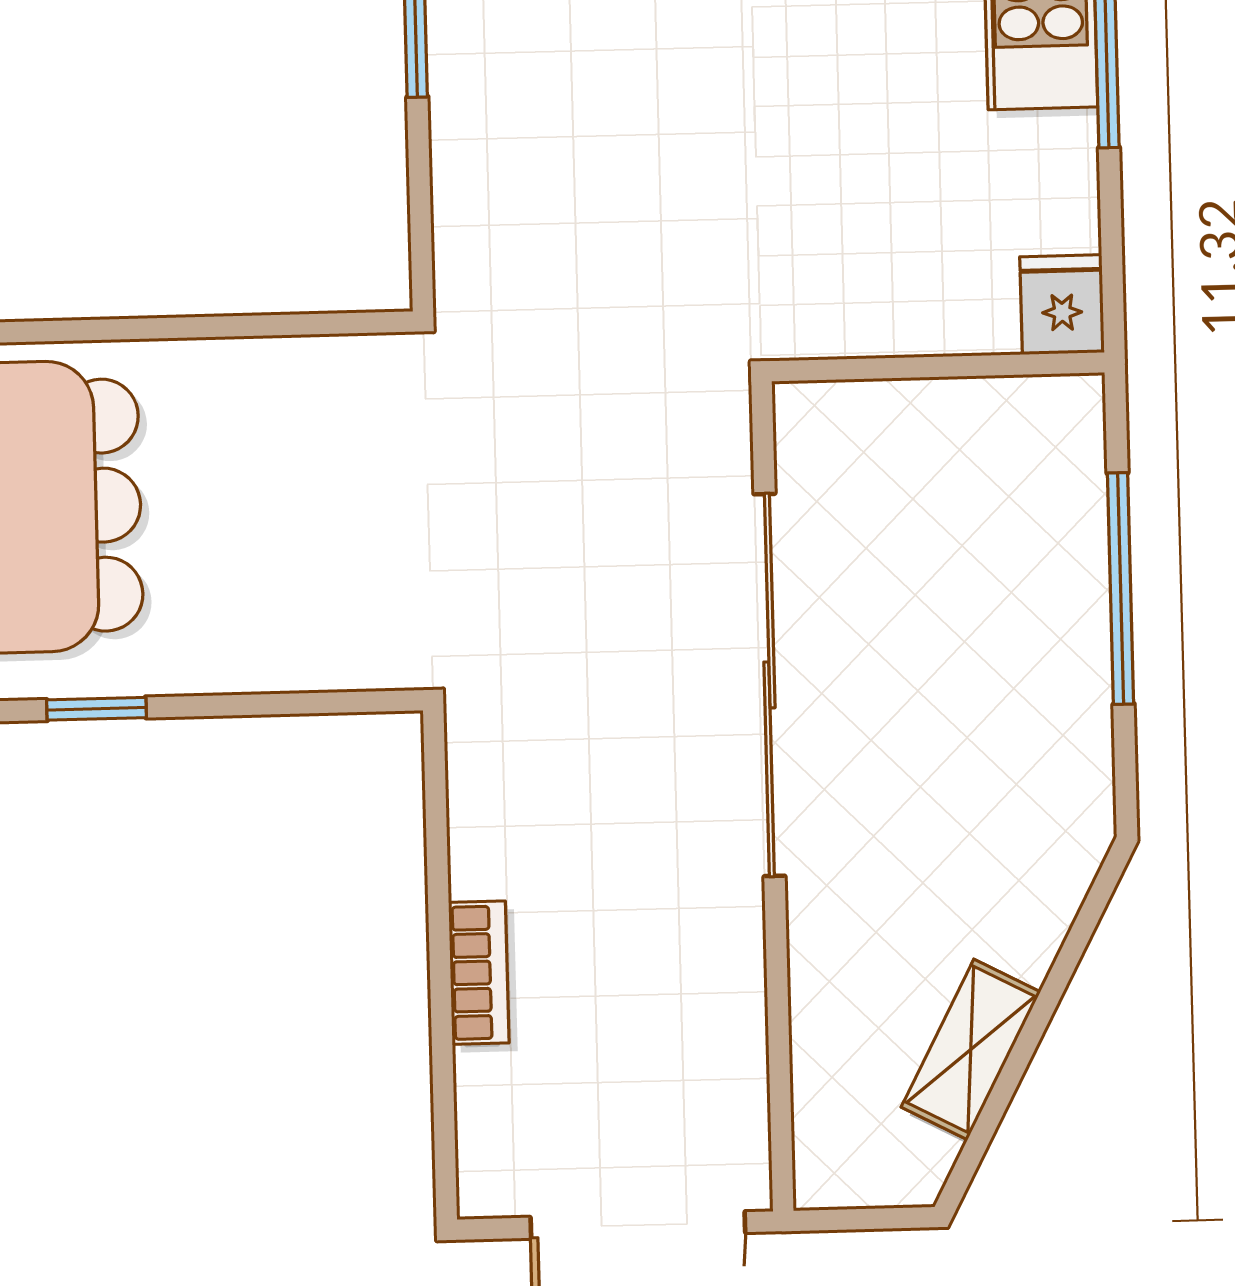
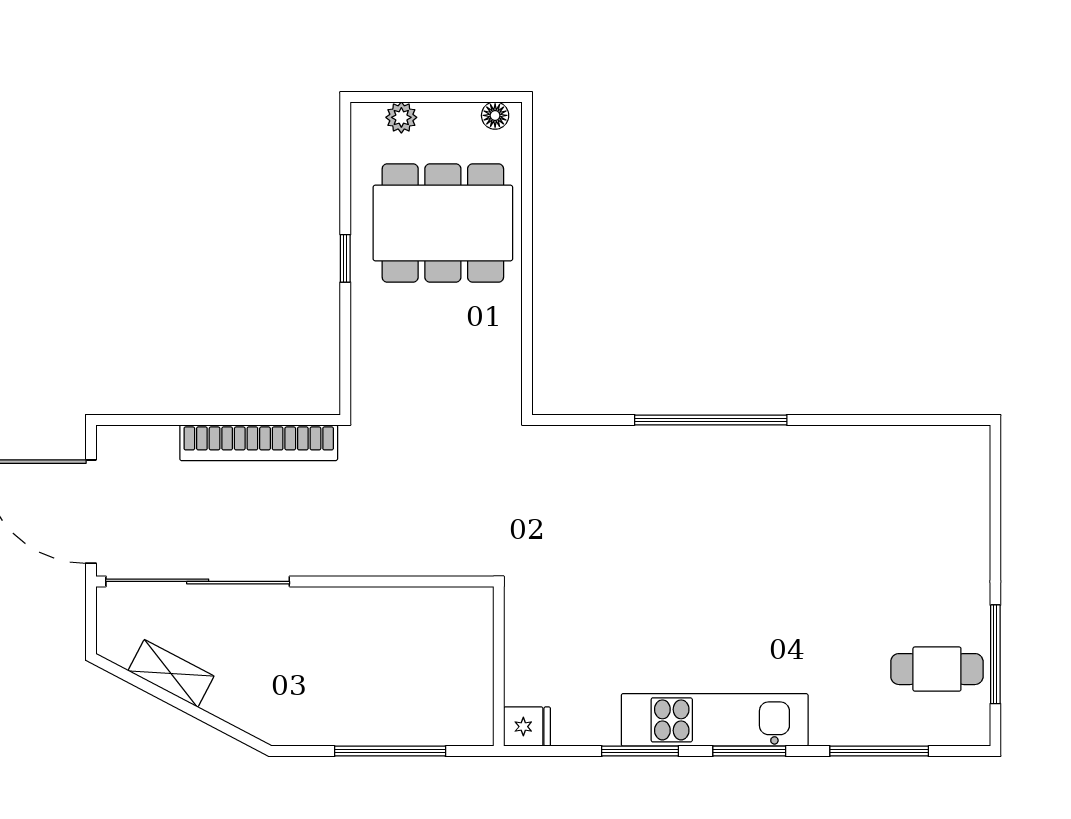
sliding door: (769, 685) -> (198, 581), moved
bookcase: (479, 973) -> (259, 443), width x2.31, depth x1.31

